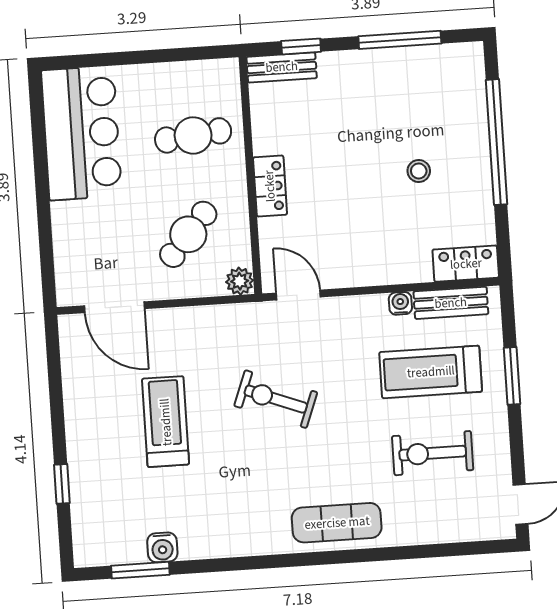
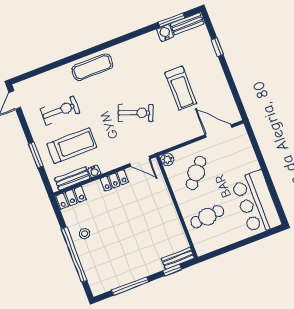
stool: (419, 171) -> (84, 234), moved
locker: (270, 186) -> (114, 180), moved, turned -90
bench: (110, 552) -> (187, 24), added

